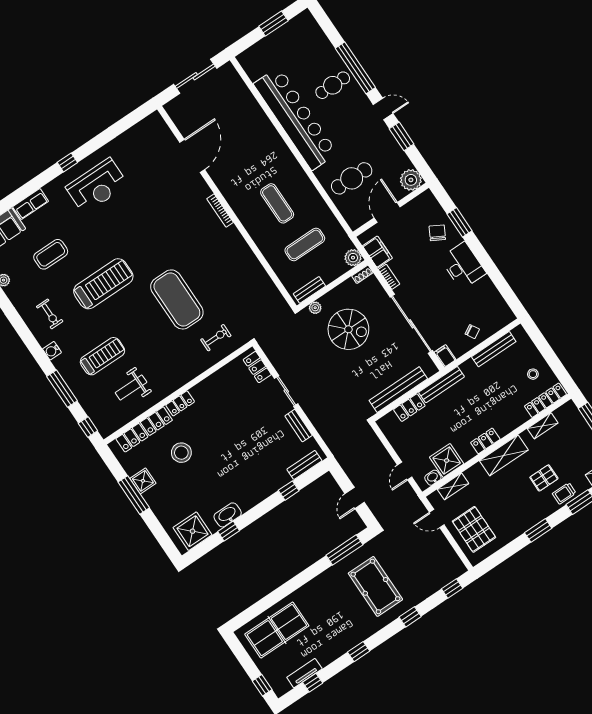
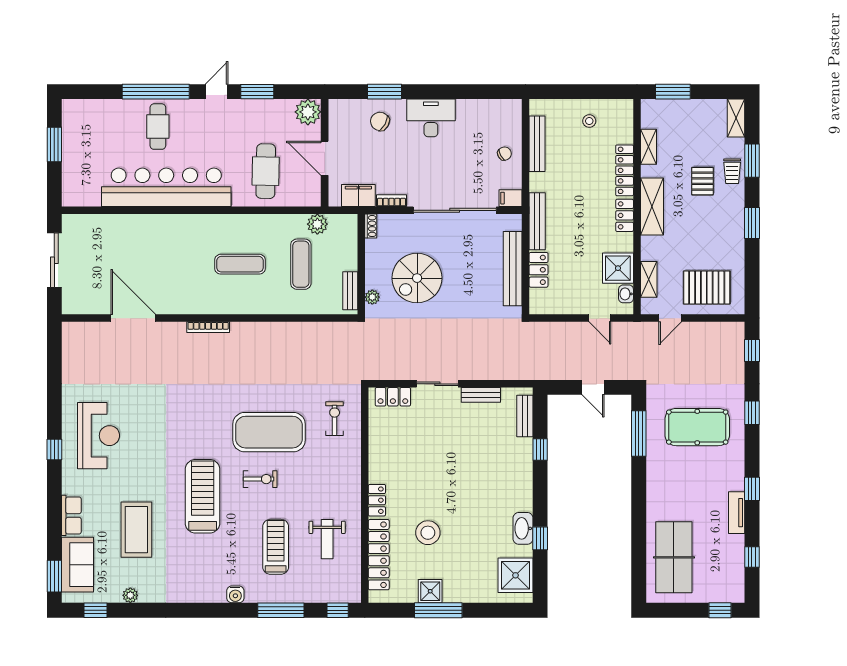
coffee table: (51, 254) -> (136, 530), width x1.36, depth x1.32
plant: (353, 258) -> (317, 224), moved
exercise bike: (50, 314) -> (260, 479), moved
spiral stairs: (348, 329) -> (417, 278), turned 180
locker: (545, 400) -> (625, 170), moved
tv unit: (304, 673) -> (737, 513), moved

